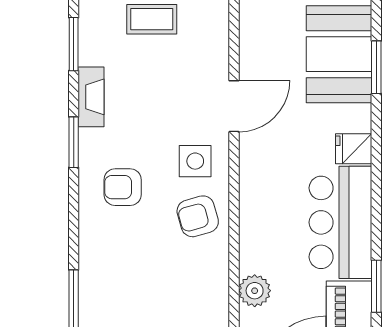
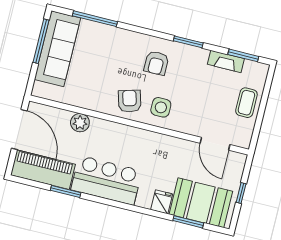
fireplace: (91, 97) -> (226, 61), moved
door: (234, 106) -> (215, 144), moved
fridge: (354, 149) -> (162, 202), moved
armchair: (123, 187) -> (156, 63), turned 180

